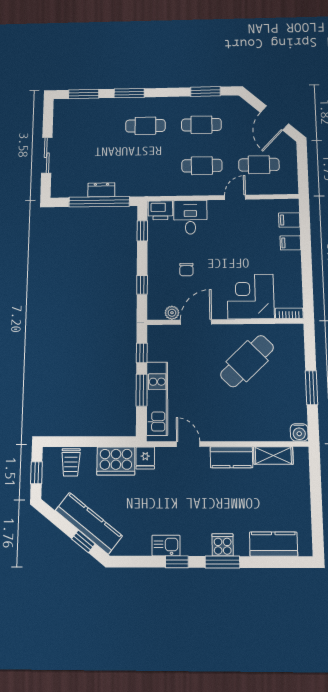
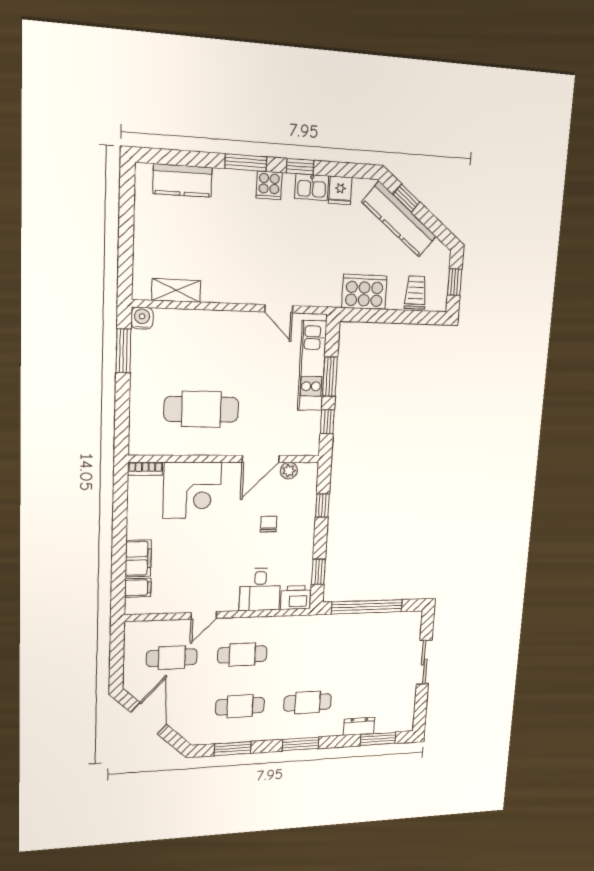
window: (129, 93) -> (301, 744), moved
dresser: (101, 190) -> (359, 726), moved, turned 180
filing cabinet: (290, 243) -> (138, 558), width x2.00
cafe table: (247, 361) -> (201, 409), turned 44
window: (312, 388) -> (123, 351), moved
kitchen counter: (231, 457) -> (228, 290), removed
fridge: (145, 458) -> (340, 190), moved, turned 180
cooker: (223, 545) -> (269, 185), moved

